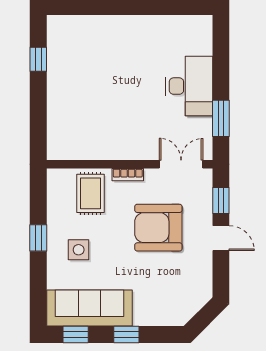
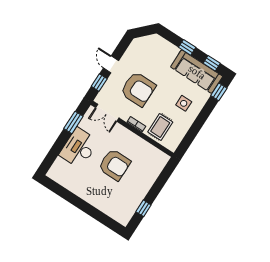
armchair: (121, 96) -> (115, 165), added
window: (38, 238) -> (219, 92), moved

